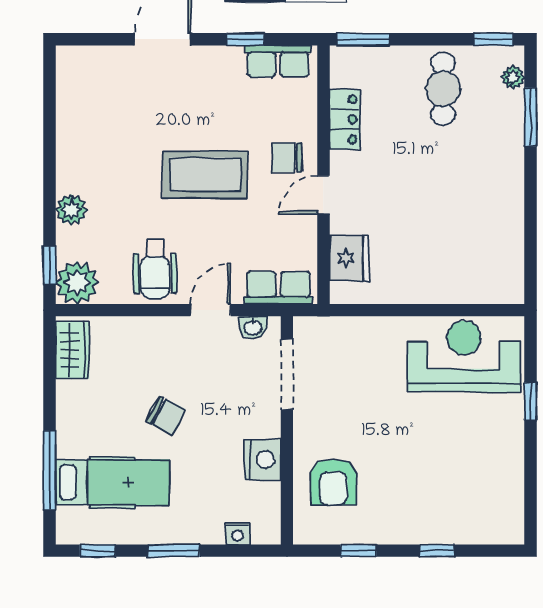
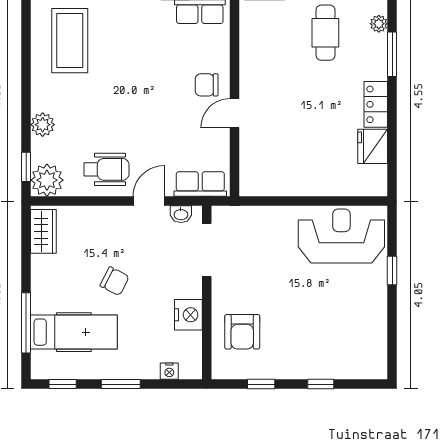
locker: (345, 119) -> (376, 104), moved, turned 180
coffee table: (205, 175) -> (70, 41), moved, turned 90
fridge: (349, 258) -> (373, 146), moved, turned 180
wheelchair: (155, 268) -> (106, 169), turned -90

